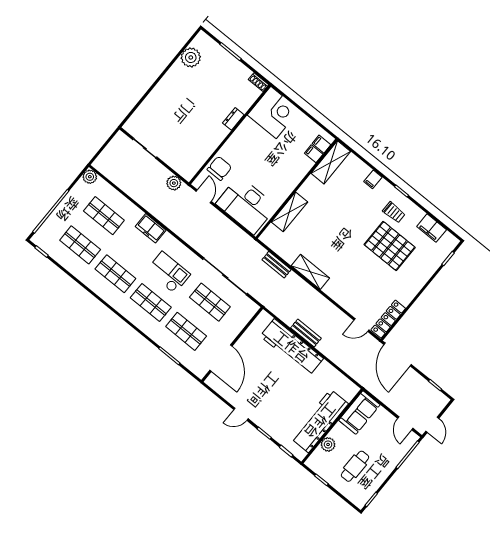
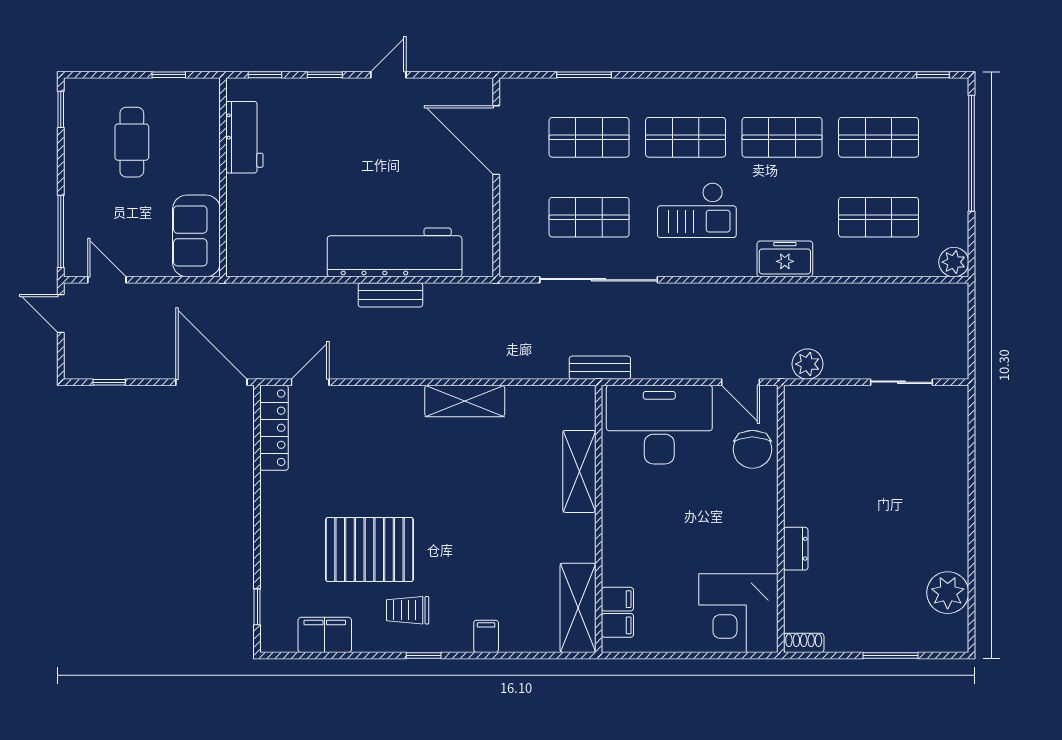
bench: (277, 265) -> (600, 368), moved
workbench: (320, 421) -> (244, 137), width x0.53, depth x0.76
plant: (328, 444) -> (205, 142), removed

